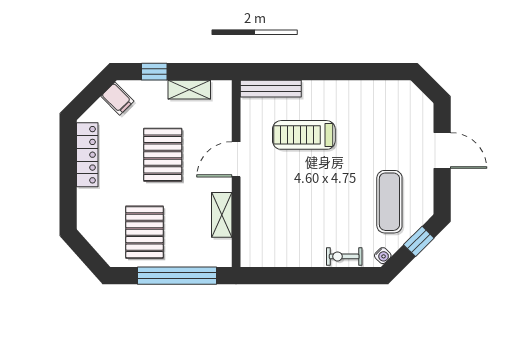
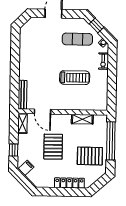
shelving: (189, 90) -> (23, 123), moved
treadmill: (304, 135) -> (75, 78), moved, turned -90
locker: (87, 155) -> (69, 183), moved
pallet: (163, 155) -> (53, 147), turned 90
door: (236, 159) -> (42, 112), moved

